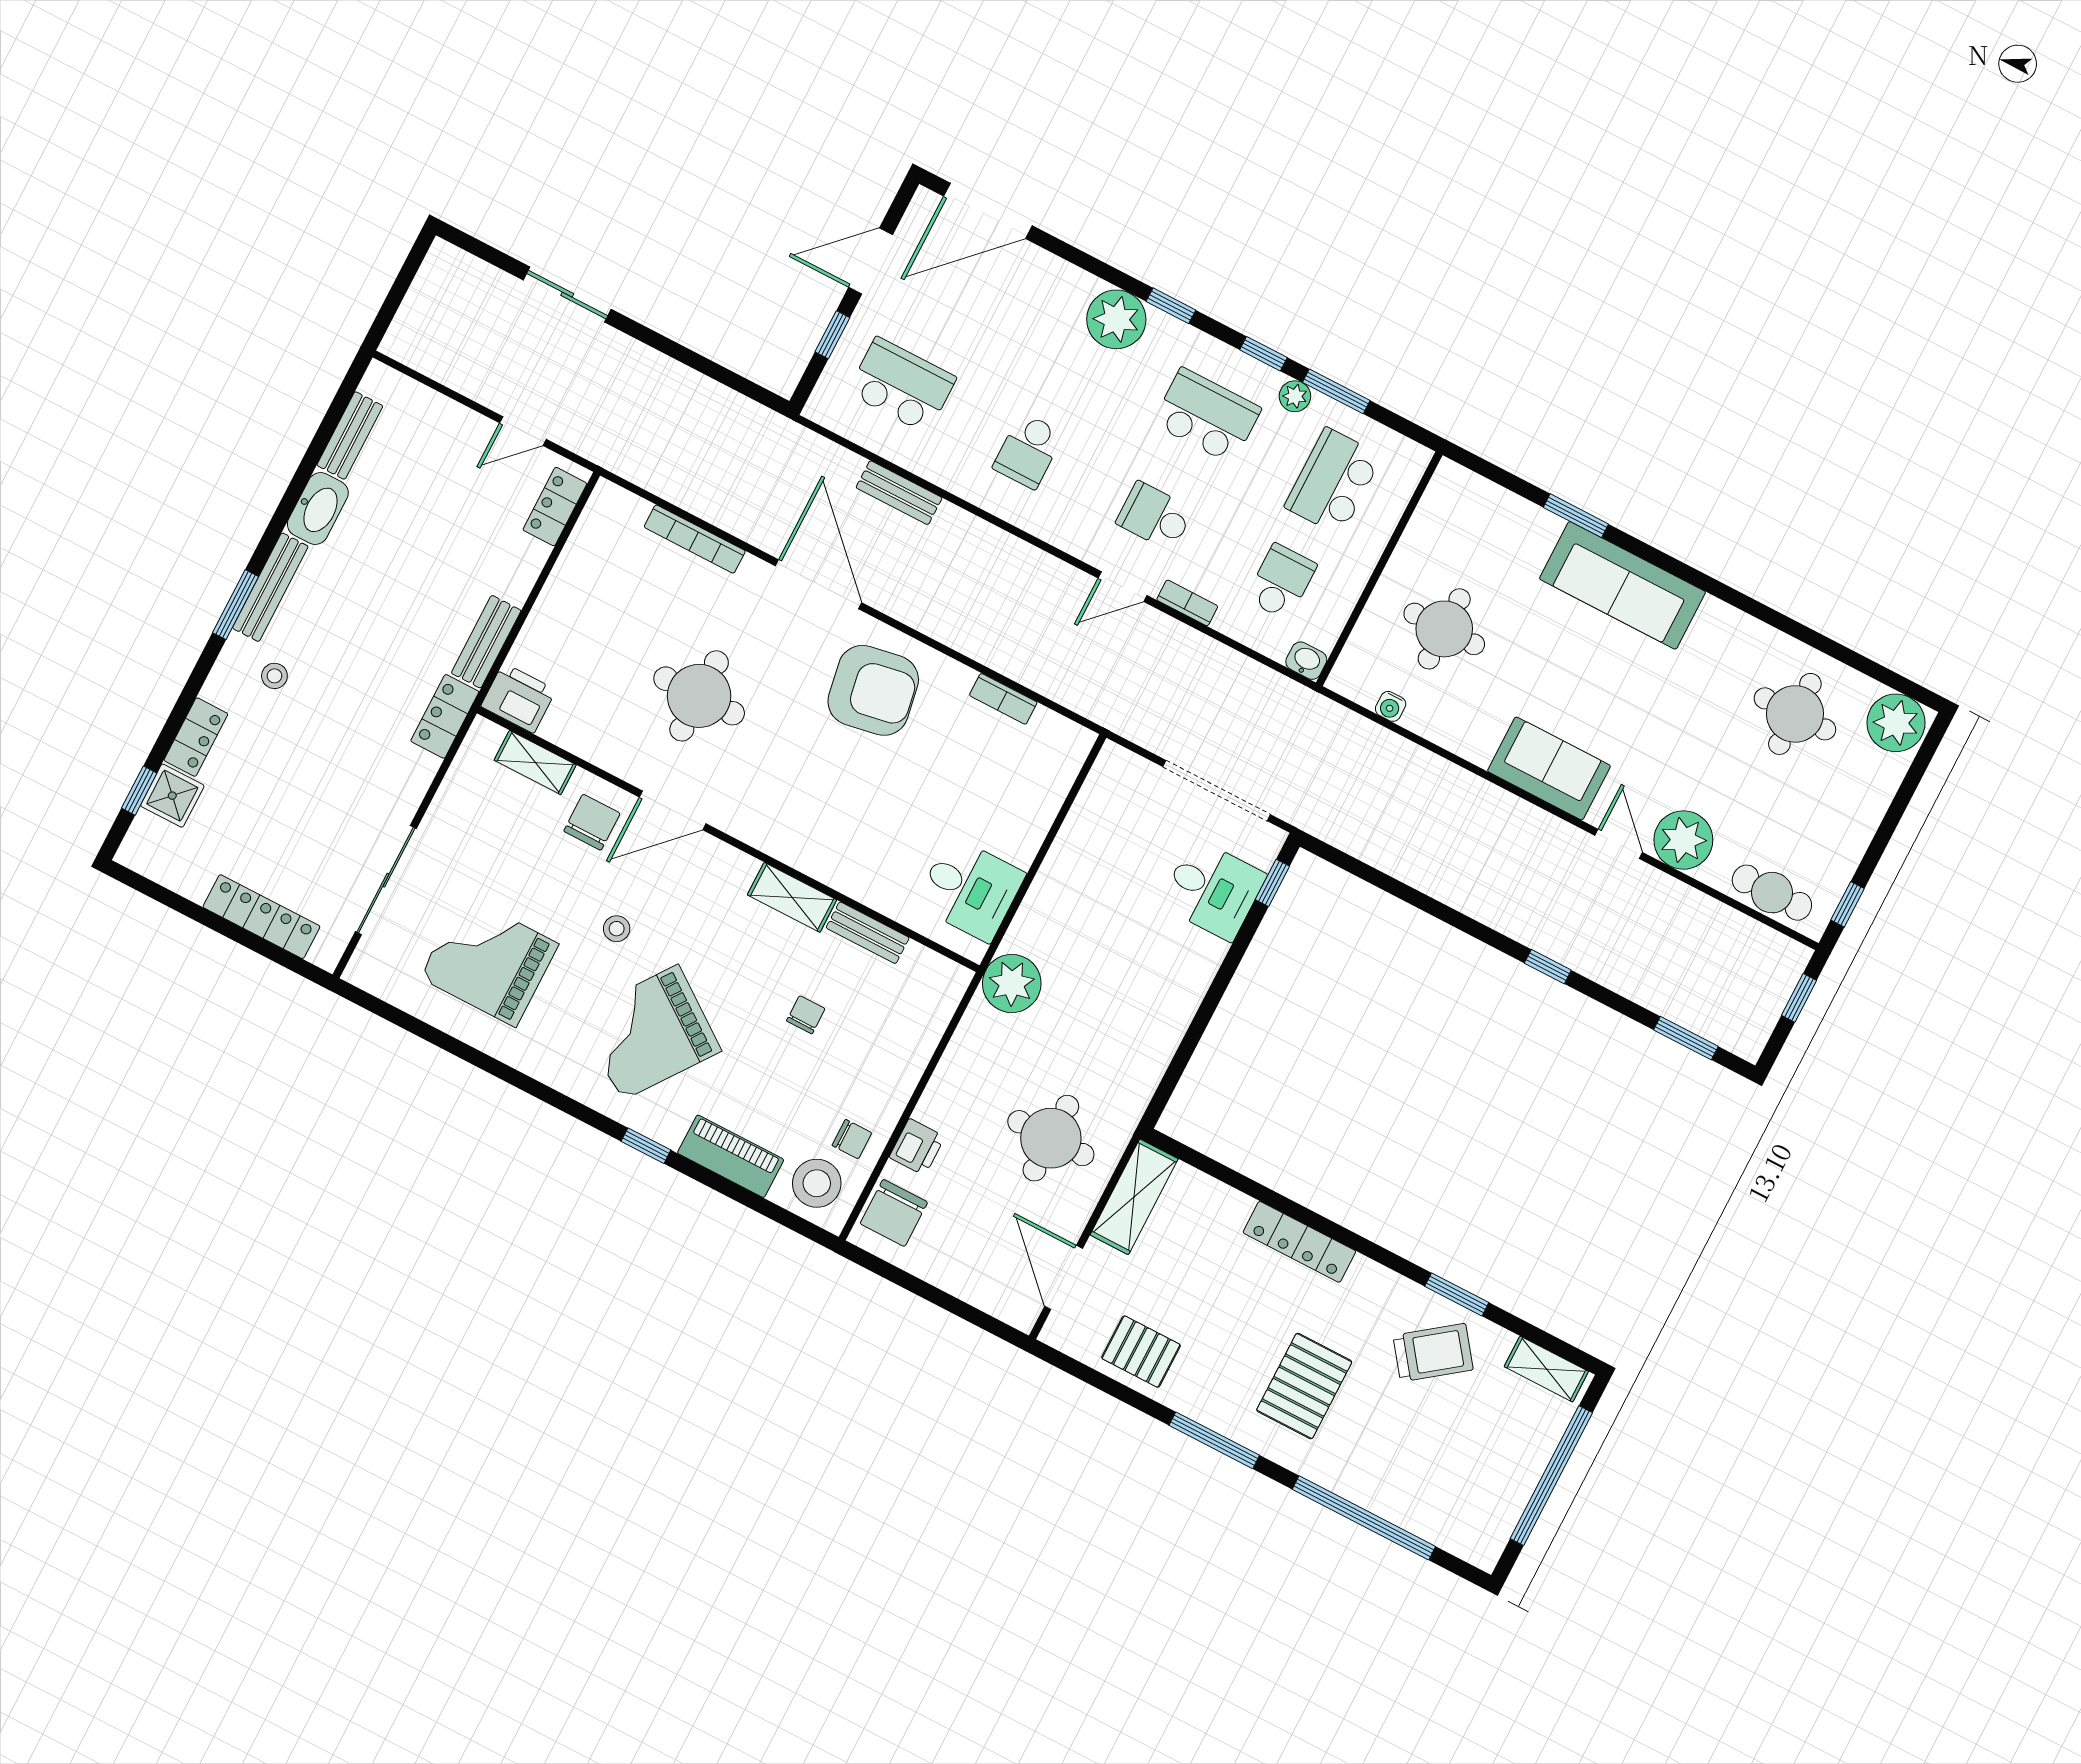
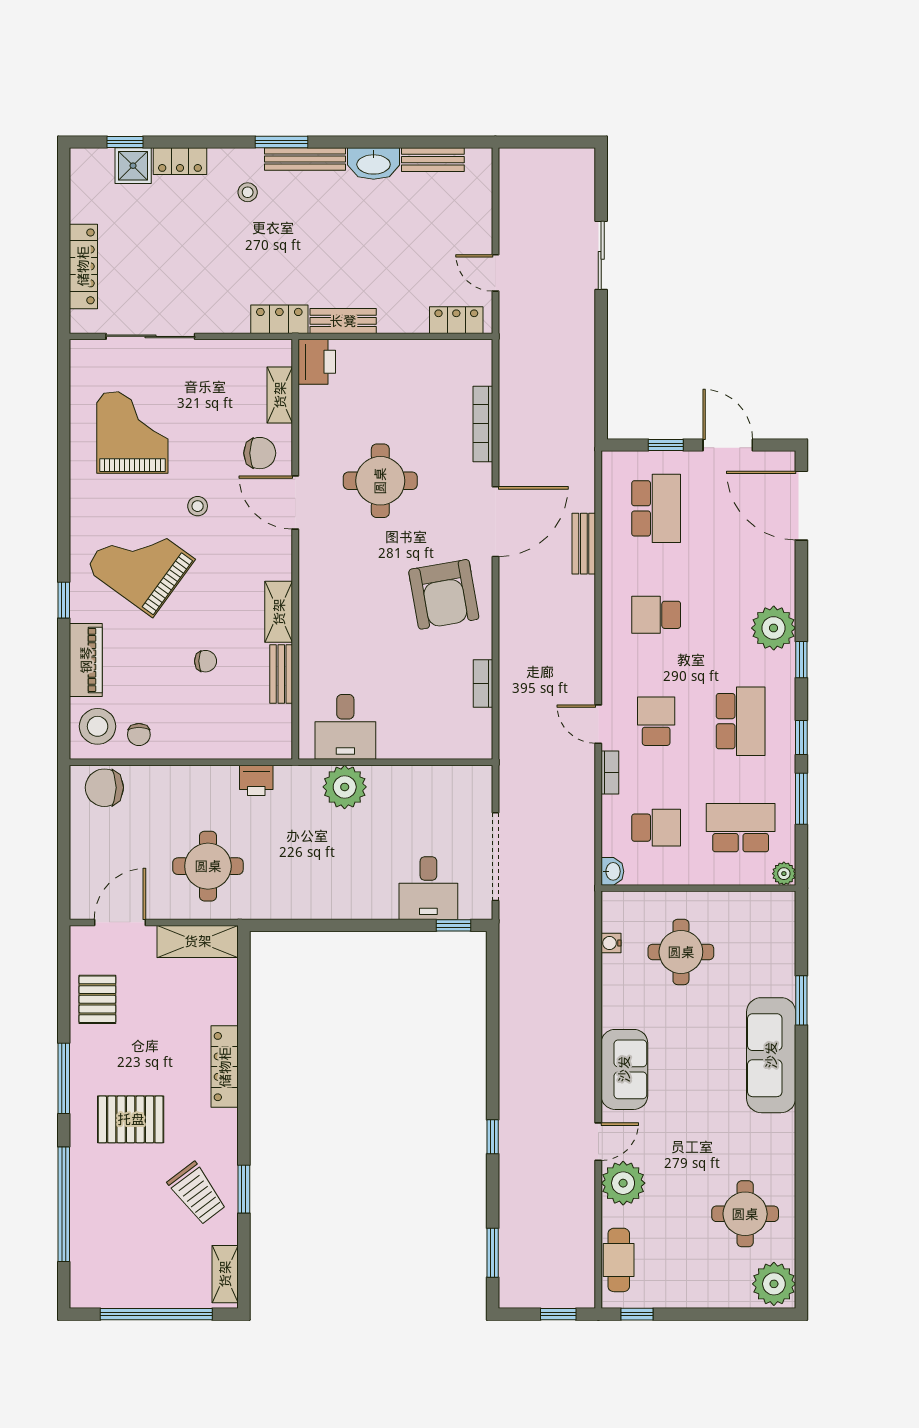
plant: (1295, 396) -> (784, 874), moved
plant: (1012, 983) -> (345, 787), moved
printer: (917, 1147) -> (256, 780), moved

